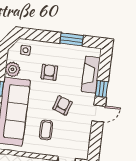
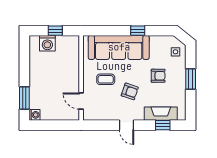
window: (72, 39) -> (191, 79), moved
plant: (13, 69) -> (157, 42), removed
window: (102, 89) -> (163, 125), moved

